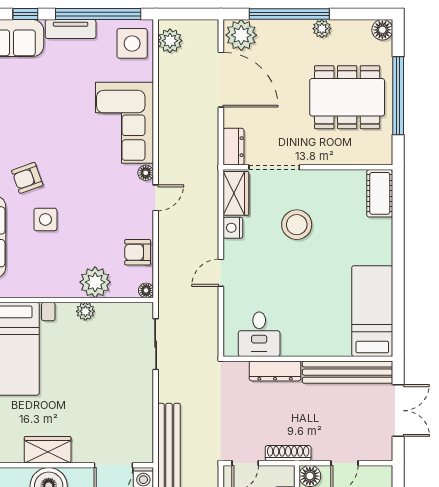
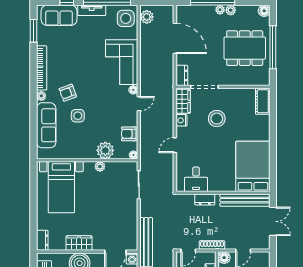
plant: (241, 35) -> (220, 10), moved, width x0.53, depth x0.53
bed: (372, 311) -> (253, 166), width x1.50
dresser: (275, 371) -> (205, 200), width x0.70

